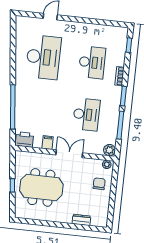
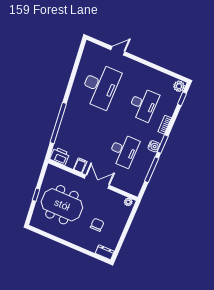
water cooler: (115, 101) -> (154, 146), added
plant: (109, 150) -> (179, 86), moved
chair: (99, 184) -> (97, 225), moved
dresser: (81, 220) -> (105, 252), moved

